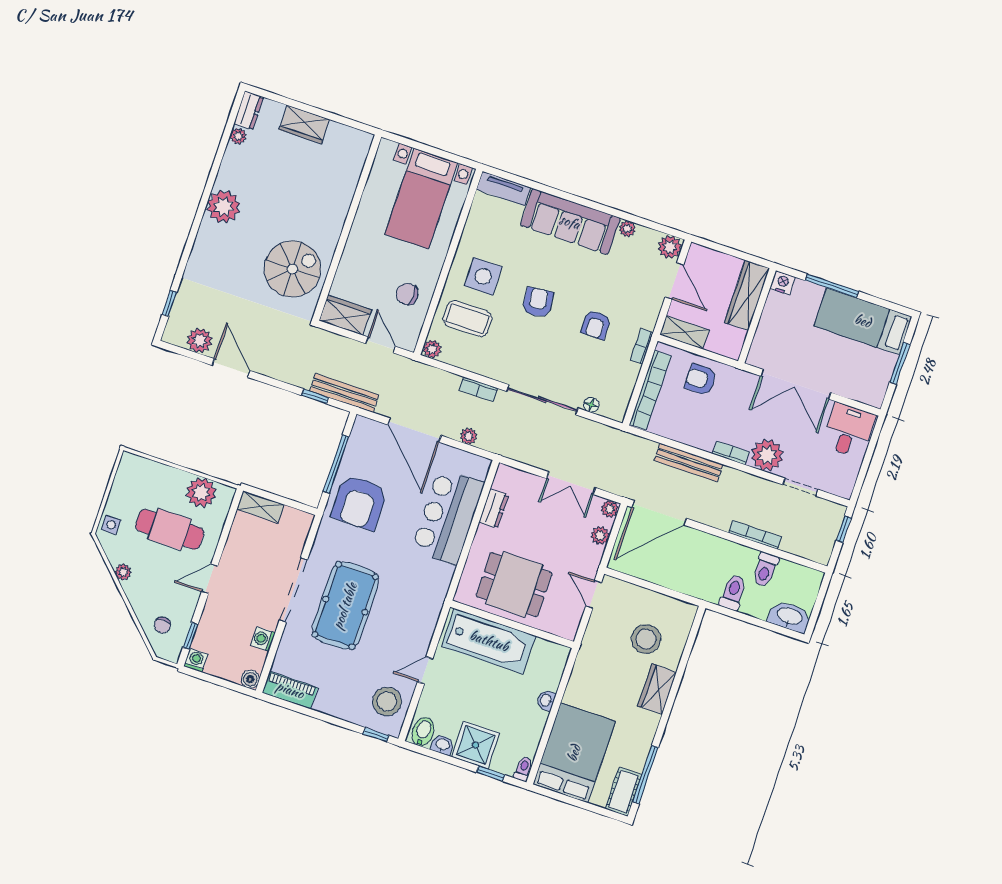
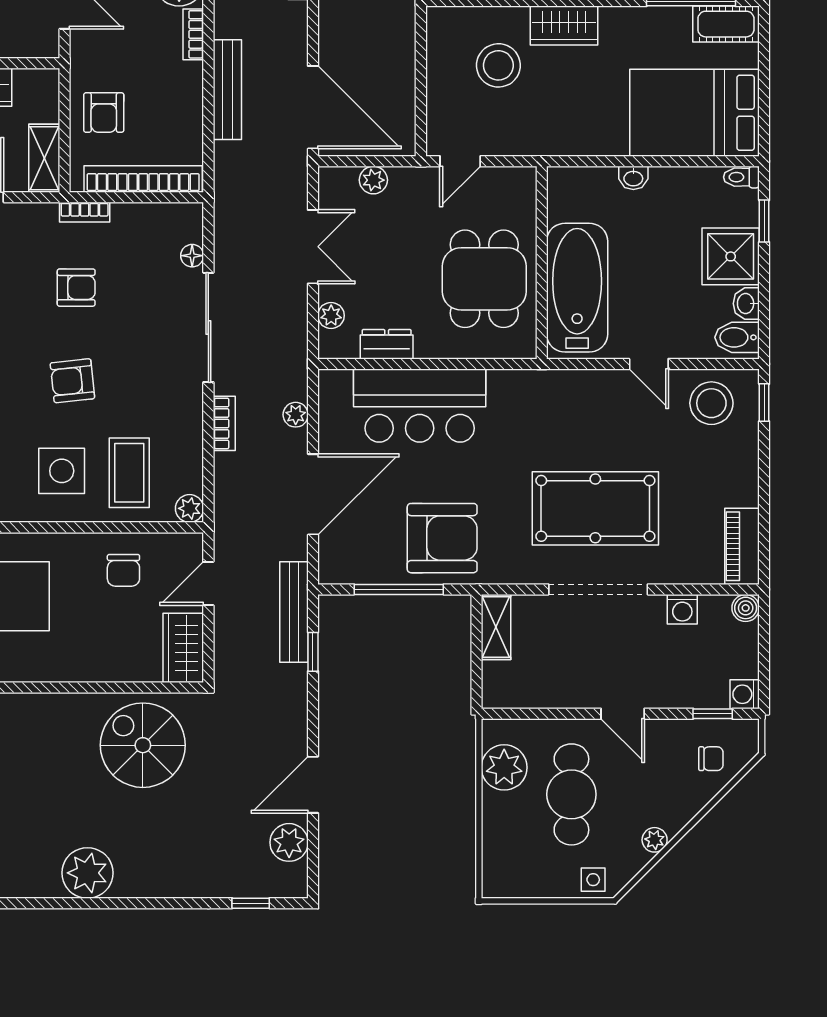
shelving: (261, 507) -> (496, 627), moved
plant: (610, 509) -> (331, 315), moved

